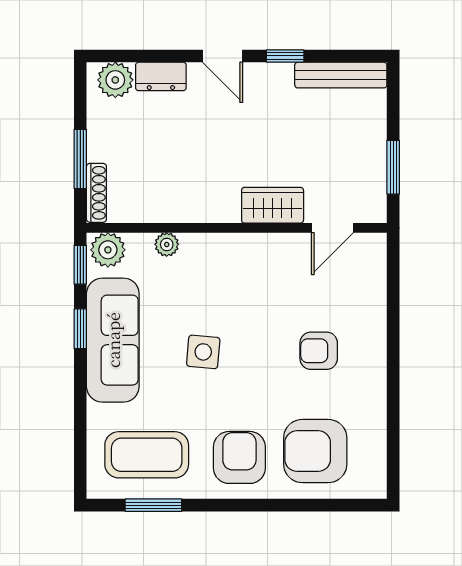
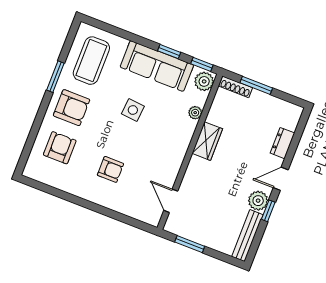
plant: (115, 80) -> (258, 201), moved
wardrobe: (273, 205) -> (207, 141), moved
armchair: (319, 351) -> (110, 169), turned 90
armchair: (315, 451) -> (60, 148), width x0.73, depth x0.73
window: (153, 505) -> (55, 77), moved

